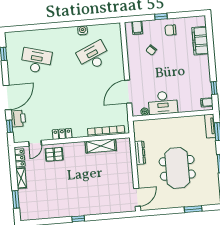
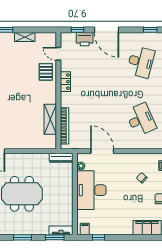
desk: (163, 103) -> (91, 190), width x1.36, depth x1.30
dresser: (140, 153) -> (61, 158), moved
locker: (20, 158) -> (45, 37), removed

